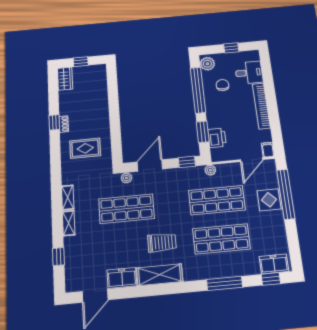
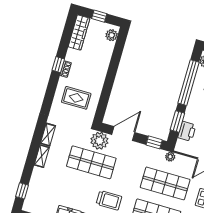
plant: (100, 75) -> (112, 35), added
wardrobe: (65, 79) -> (79, 33), width x1.50
plant: (127, 178) -> (99, 141), width x1.87, depth x1.87
window: (58, 257) -> (22, 191), moved

